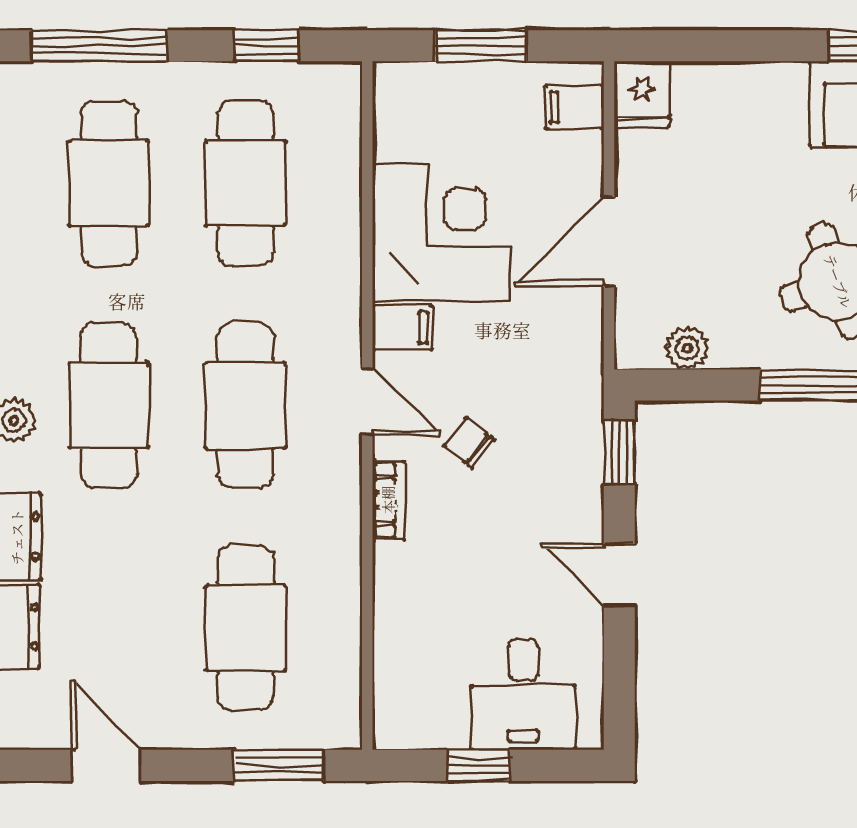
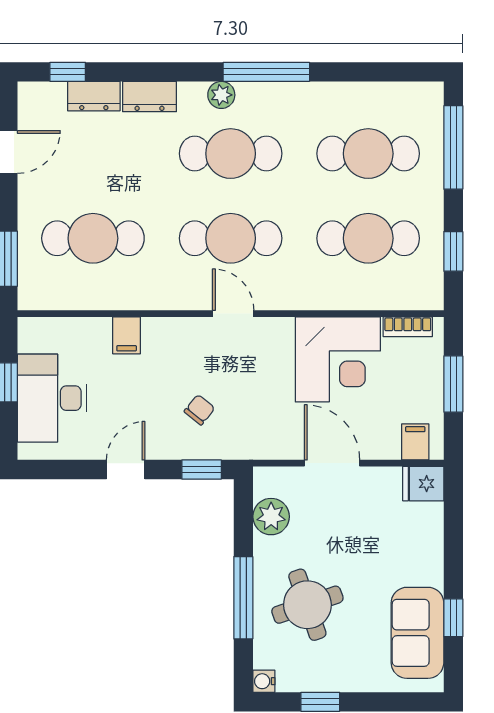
filing cabinet: (402, 328) -> (127, 335), moved
plant: (687, 348) -> (271, 517), width x1.38, depth x1.38
door: (367, 401) -> (233, 314), swing flipped
chair: (469, 443) -> (199, 410), moved
bookcase: (388, 500) -> (408, 327), moved
desk: (523, 694) -> (52, 398), width x1.37

